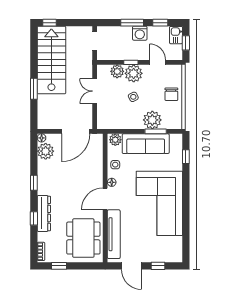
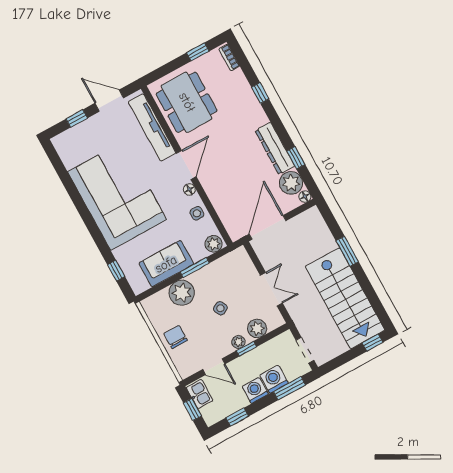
window: (132, 23) -> (290, 388), moved
washing machine: (124, 34) -> (274, 379), added
kitchen sink: (176, 35) -> (200, 394), moved
plant: (134, 73) -> (238, 342), width x0.53, depth x0.53
window: (156, 131) -> (195, 267), moved
sofa: (146, 144) -> (166, 264), width x0.73
window: (34, 183) -> (296, 158), moved
dresser: (44, 213) -> (275, 148), moved

